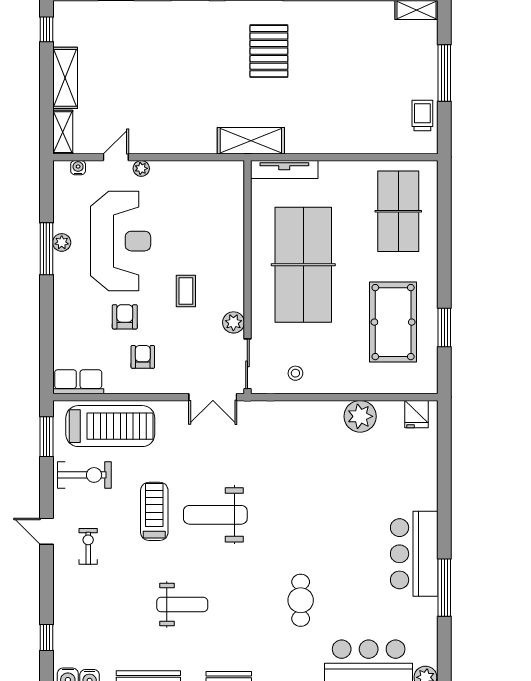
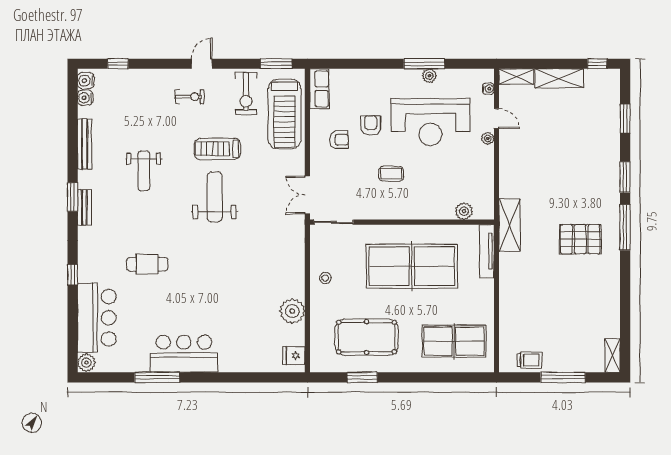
armchair: (125, 317) -> (371, 126), turned -90
plant: (233, 322) -> (464, 211), moved
stool: (295, 373) -> (325, 278), moved
treadmill: (154, 511) -> (217, 149), turned 180

